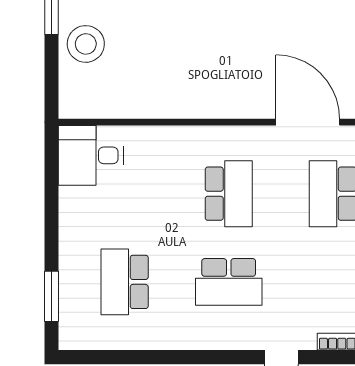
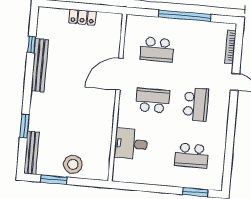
door: (308, 122) -> (119, 74), moved
desk: (91, 155) -> (131, 144), moved, turned 90

